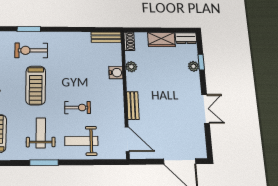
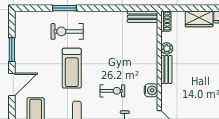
water cooler: (116, 73) -> (151, 90), moved
bench: (133, 106) -> (166, 70), moved

